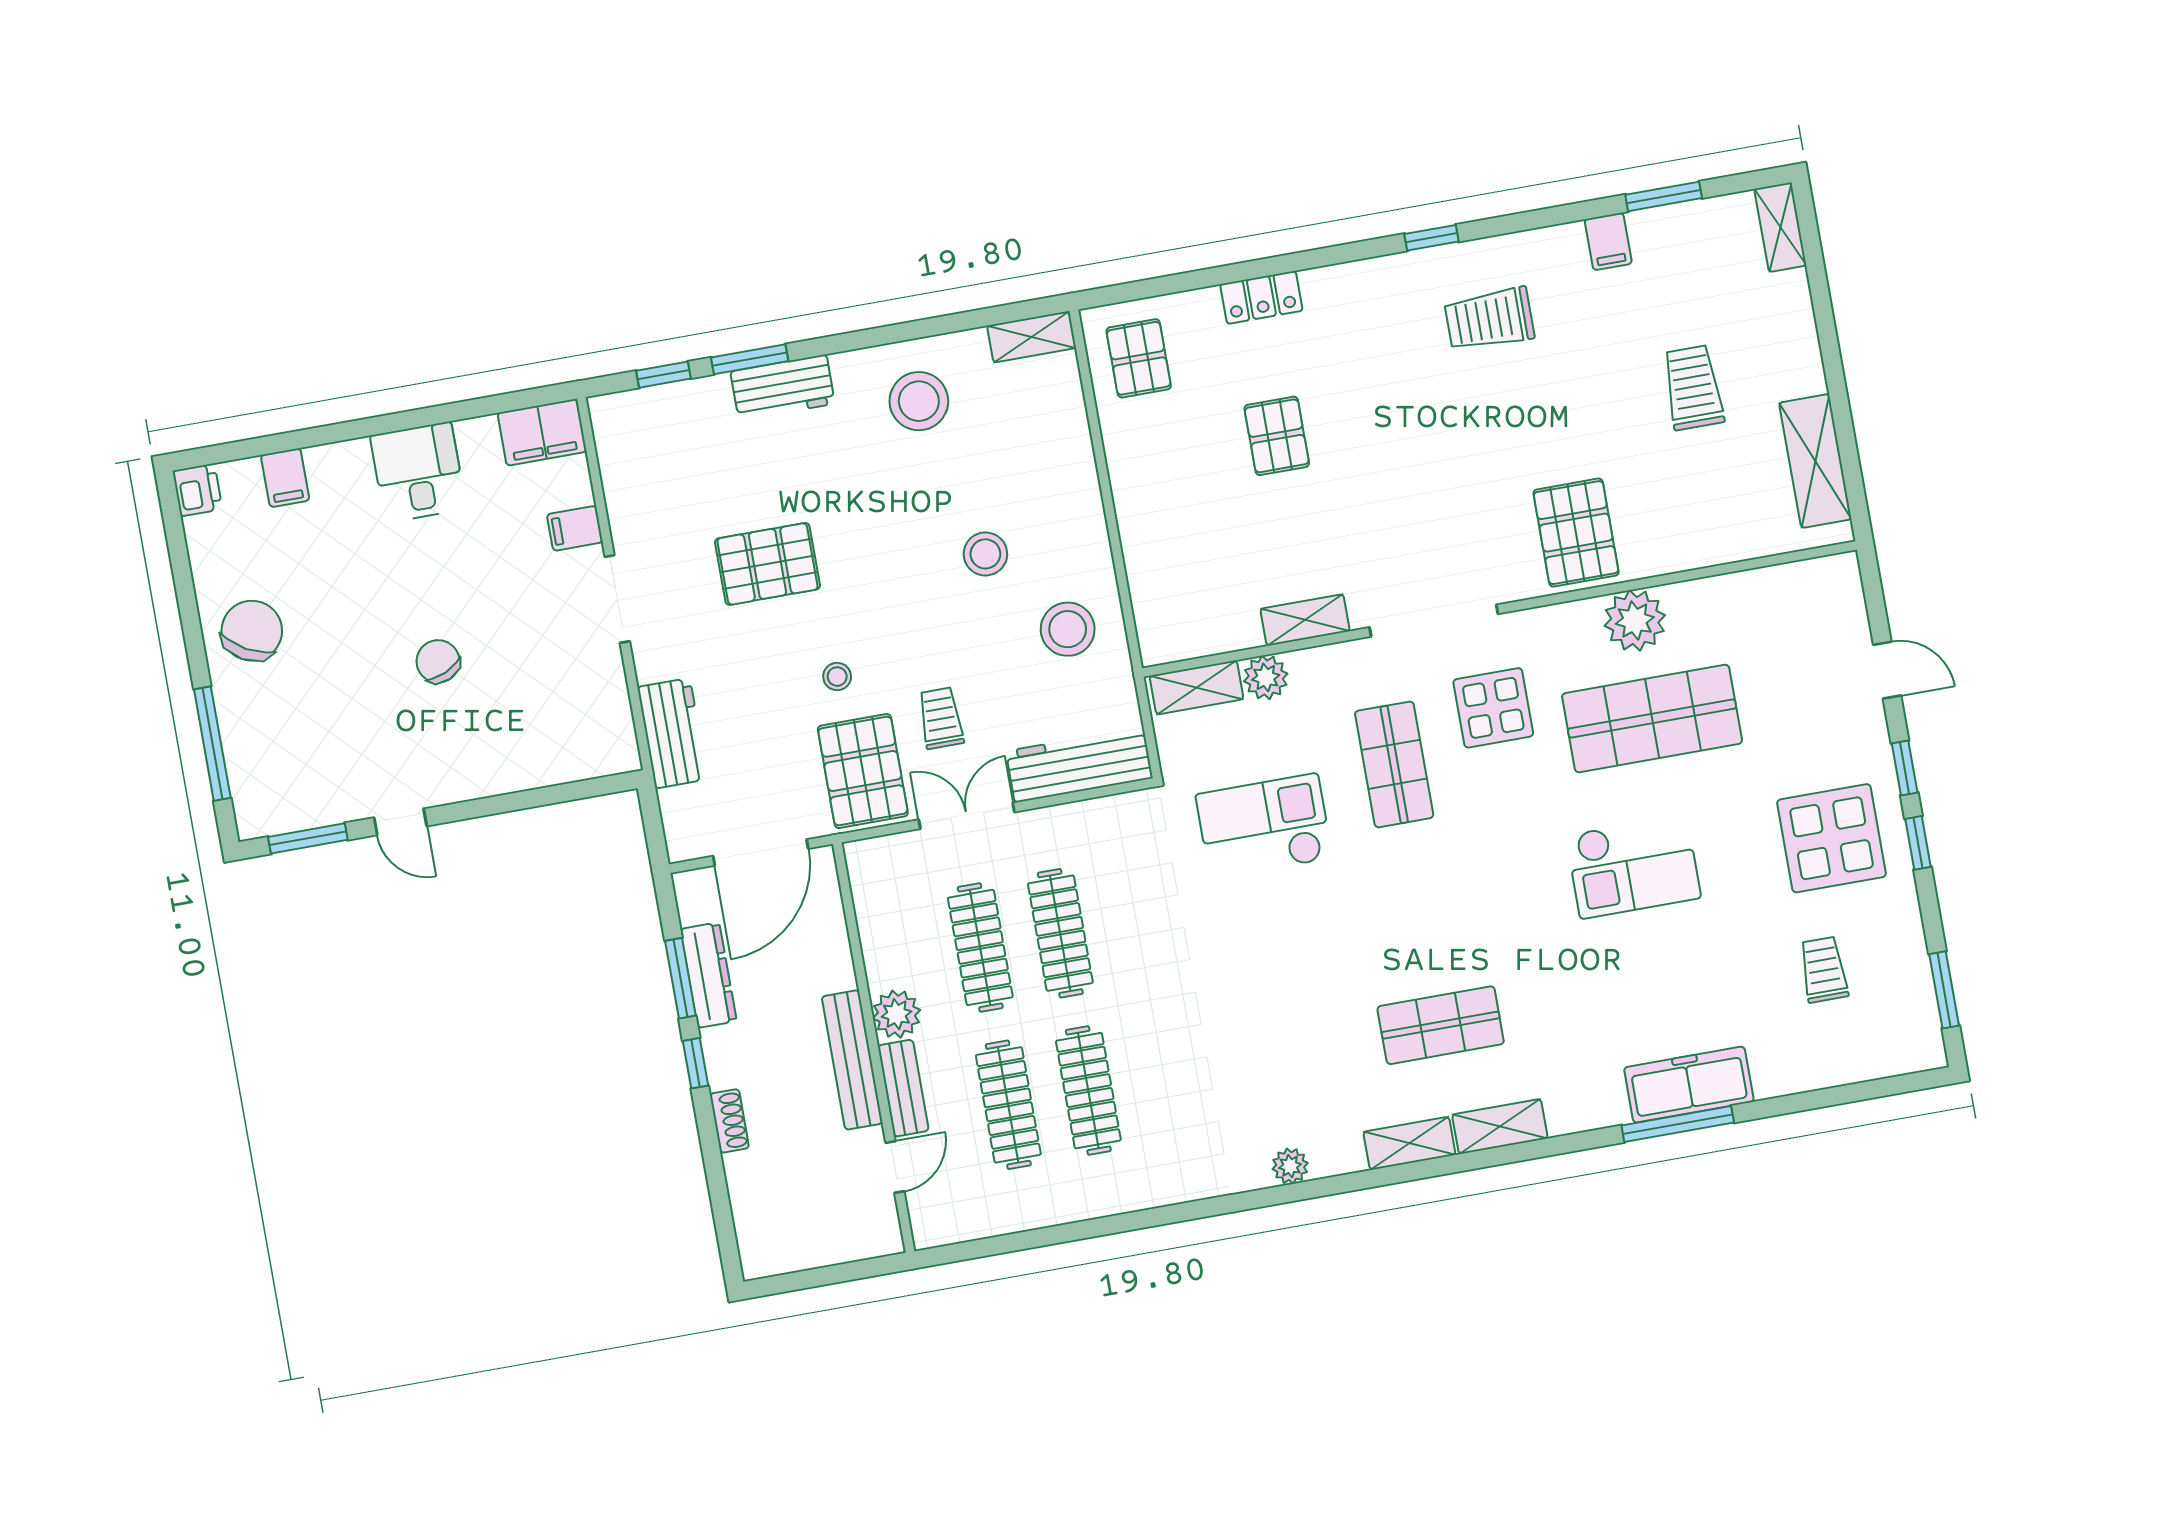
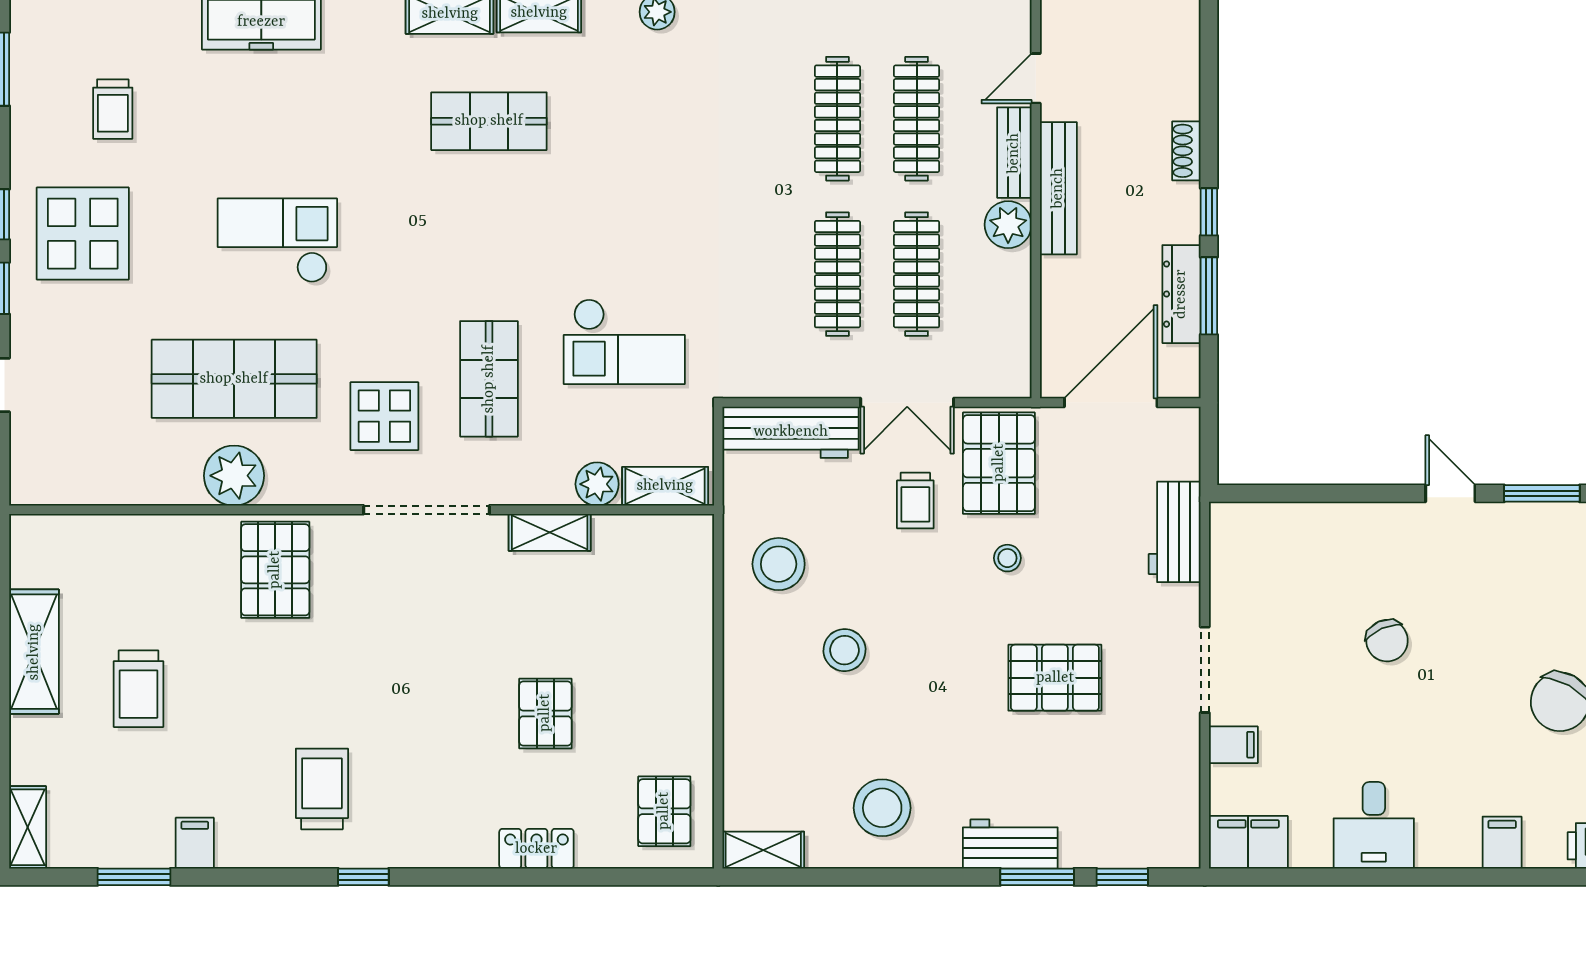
trolley: (1489, 319) -> (322, 789), turned -90
shelving: (1815, 461) -> (34, 652), moved

